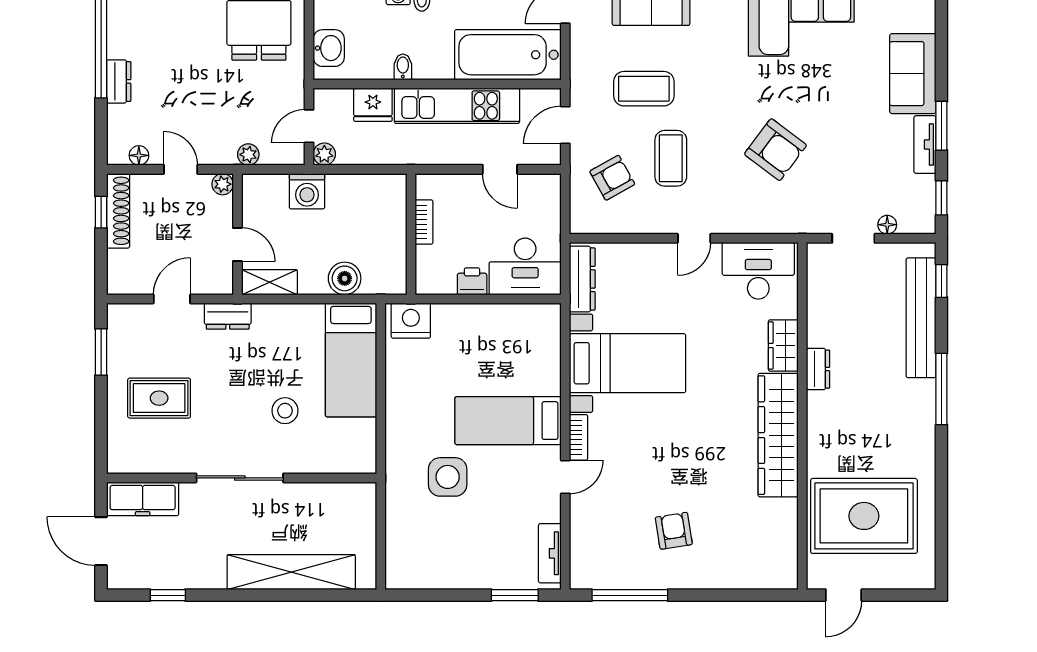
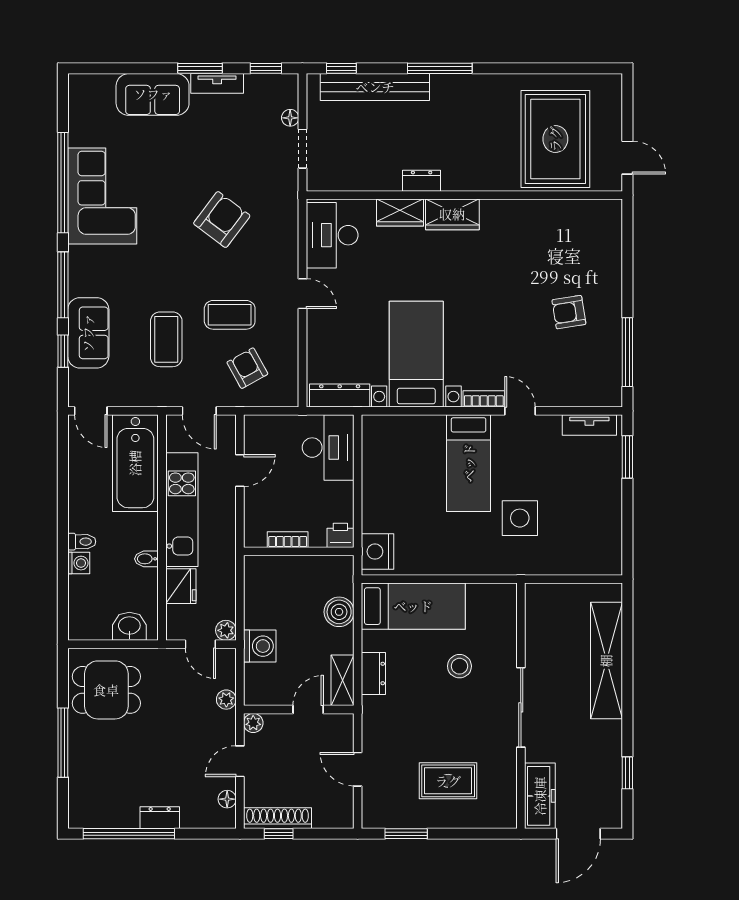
printer: (472, 281) -> (340, 535), moved, turned 90
dresser: (228, 316) -> (373, 673), moved
rug: (159, 398) -> (448, 781), turned 90
wardrobe: (778, 435) -> (452, 214), width x0.48, depth x0.85

